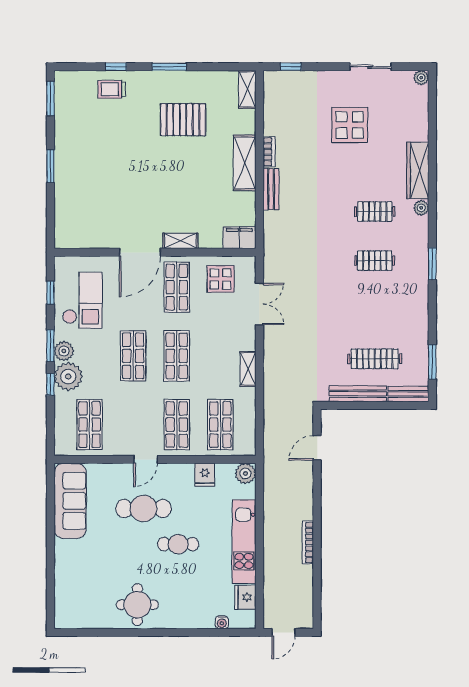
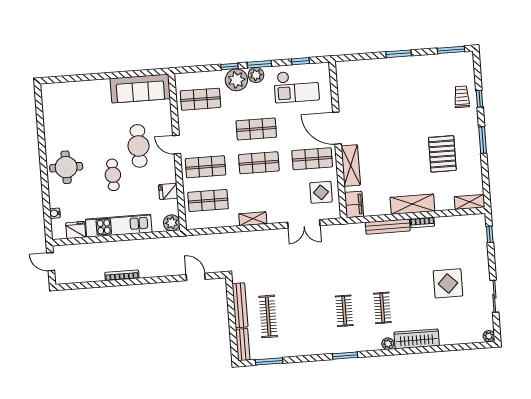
bench: (271, 189) -> (388, 227), width x1.36
shelving: (180, 241) -> (351, 165), width x1.50, depth x1.33
round table: (137, 605) -> (66, 167), moved

